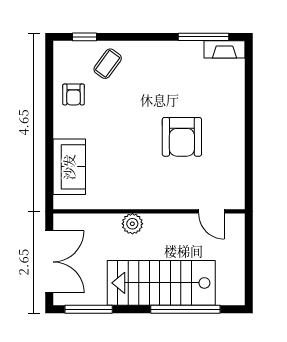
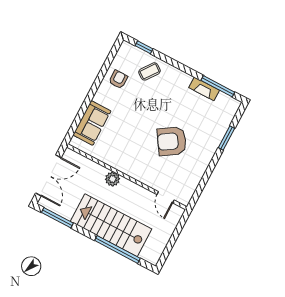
fireplace: (225, 49) -> (204, 89), moved
armchair: (73, 94) -> (118, 79), turned 180
window: (249, 96) -> (227, 138), added
armchair: (182, 137) -> (172, 141), turned 57

